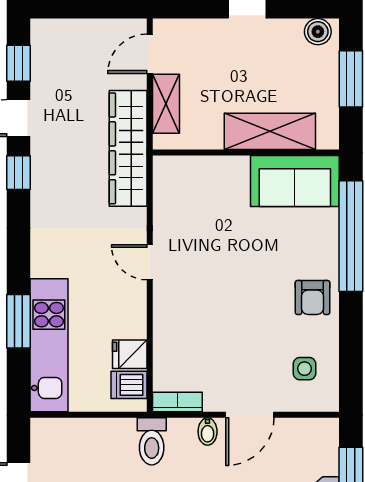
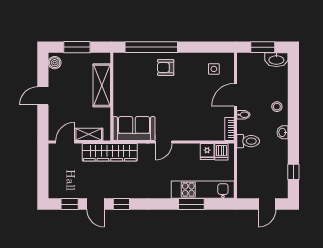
door: (150, 54) -> (65, 142), swing flipped
sofa: (295, 181) -> (134, 129), moved, turned -90
armchair: (313, 297) -> (166, 67), moved, turned 180
door: (250, 415) -> (236, 95), swing flipped

